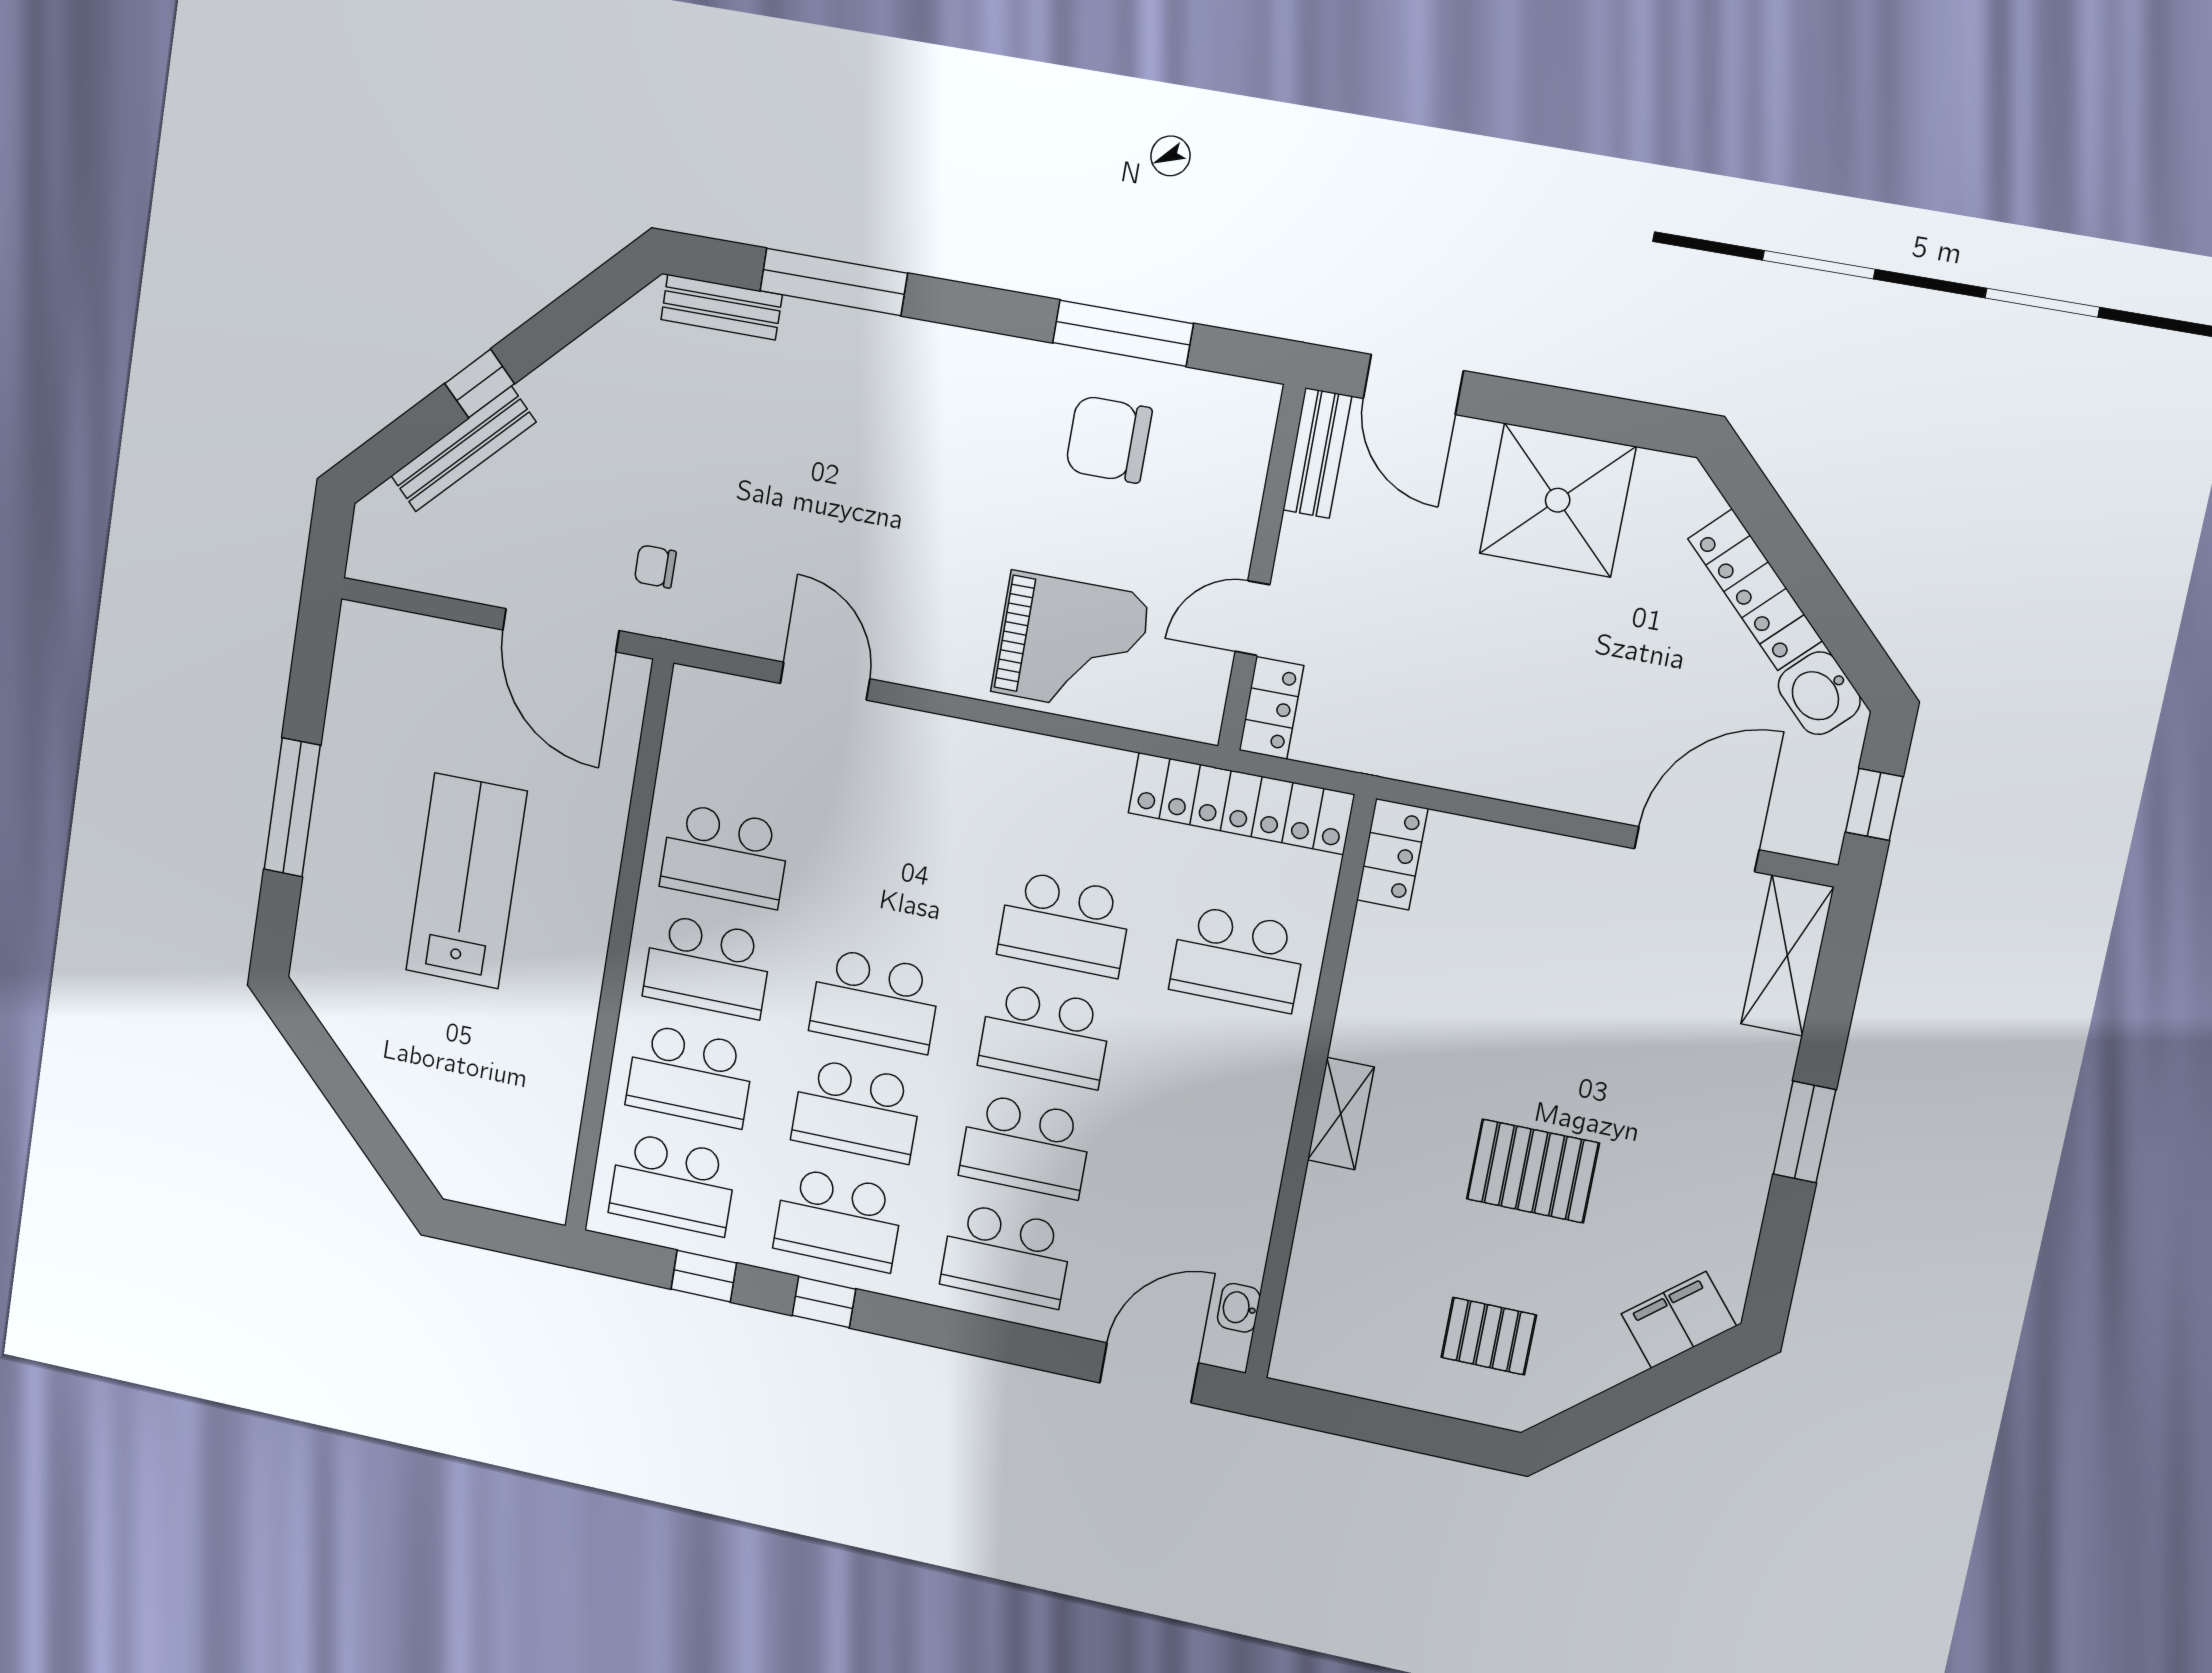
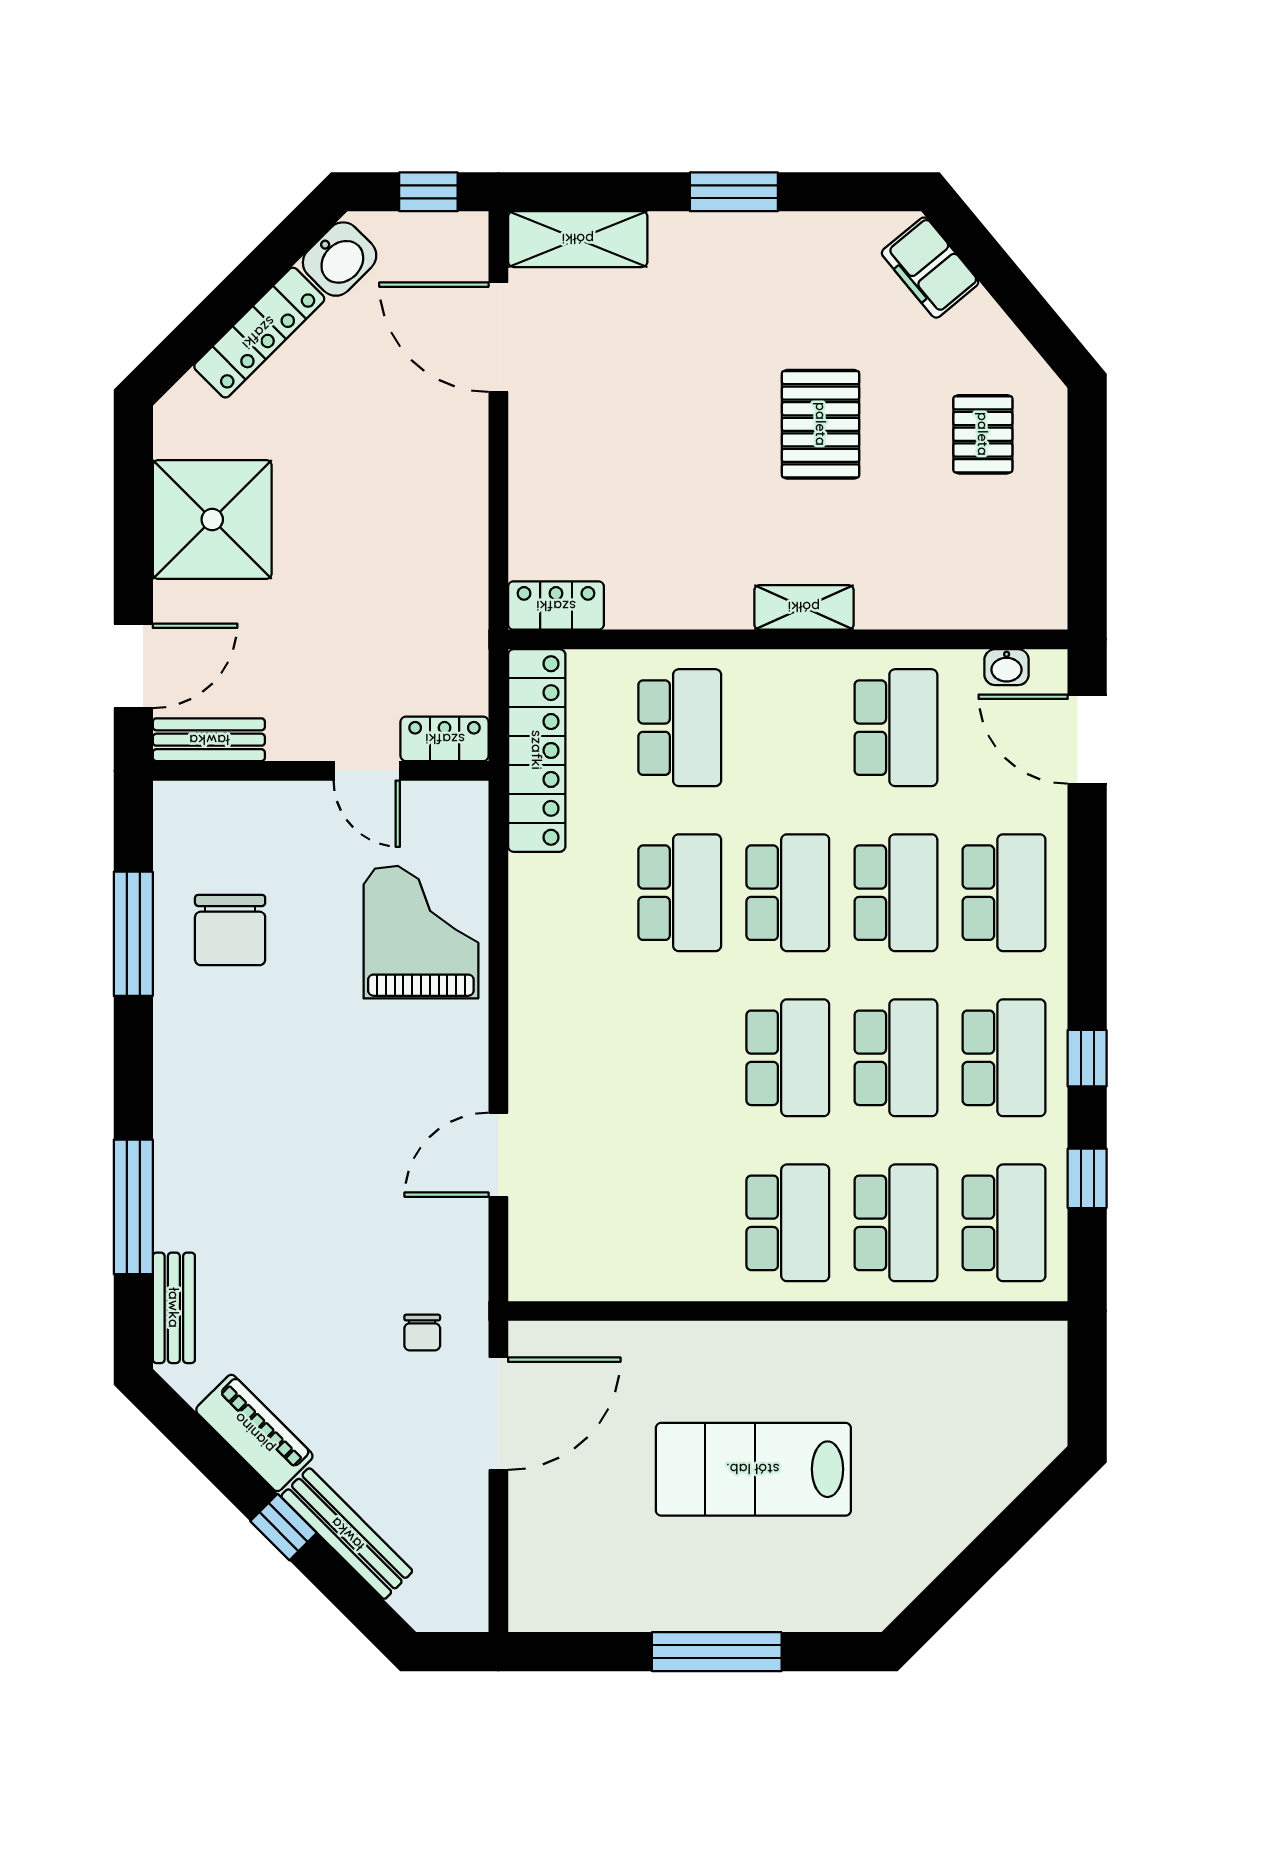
piano: (580, 370) -> (254, 1433), added
school desk: (725, 856) -> (896, 728), moved

